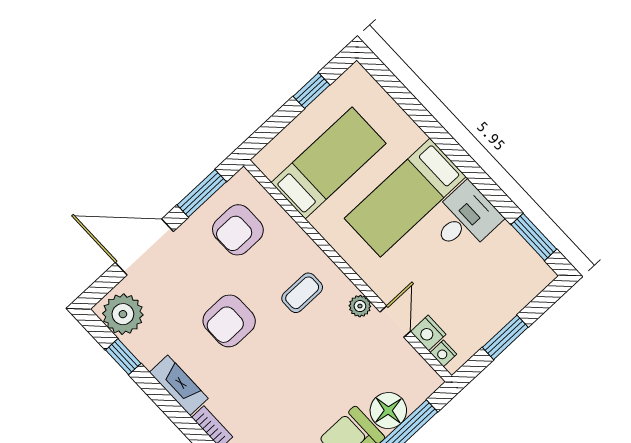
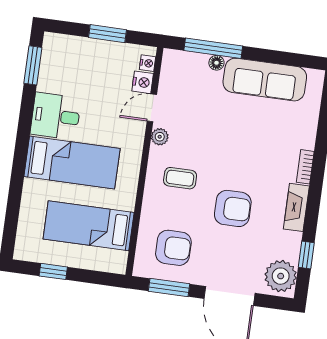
floor lamp: (388, 411) -> (216, 63), width x0.53, depth x0.53

